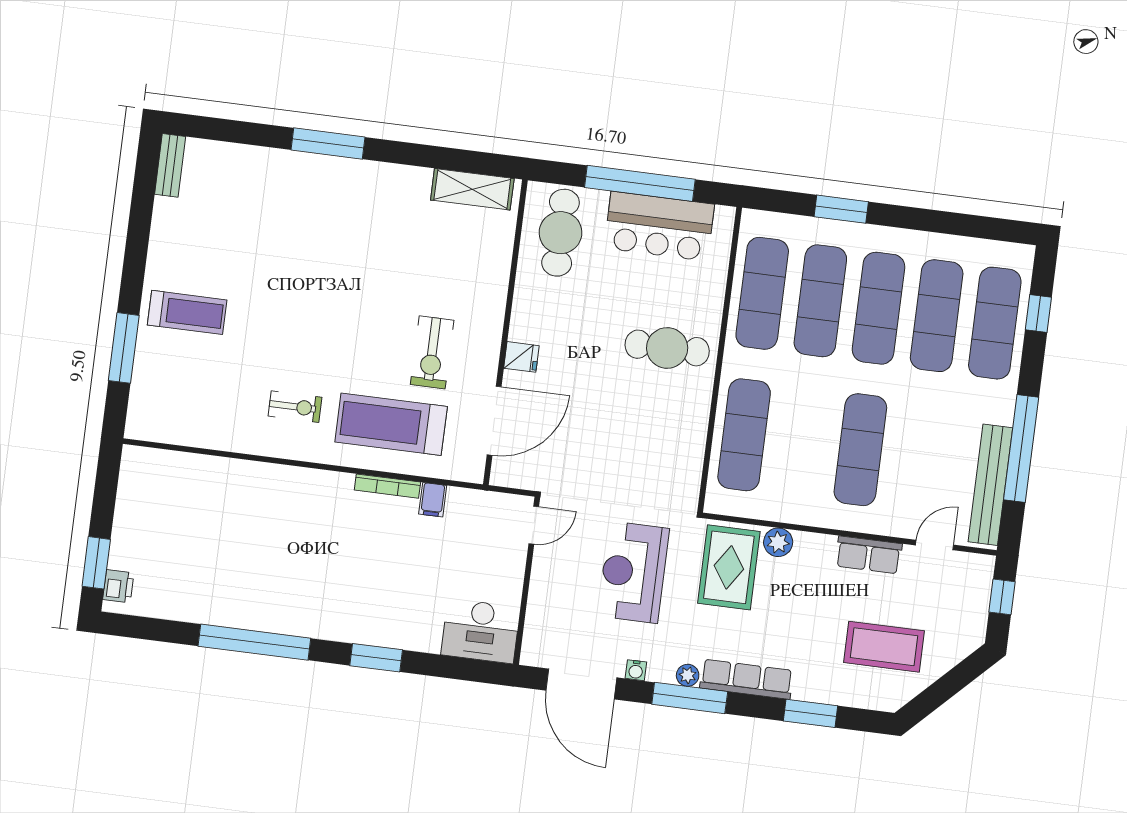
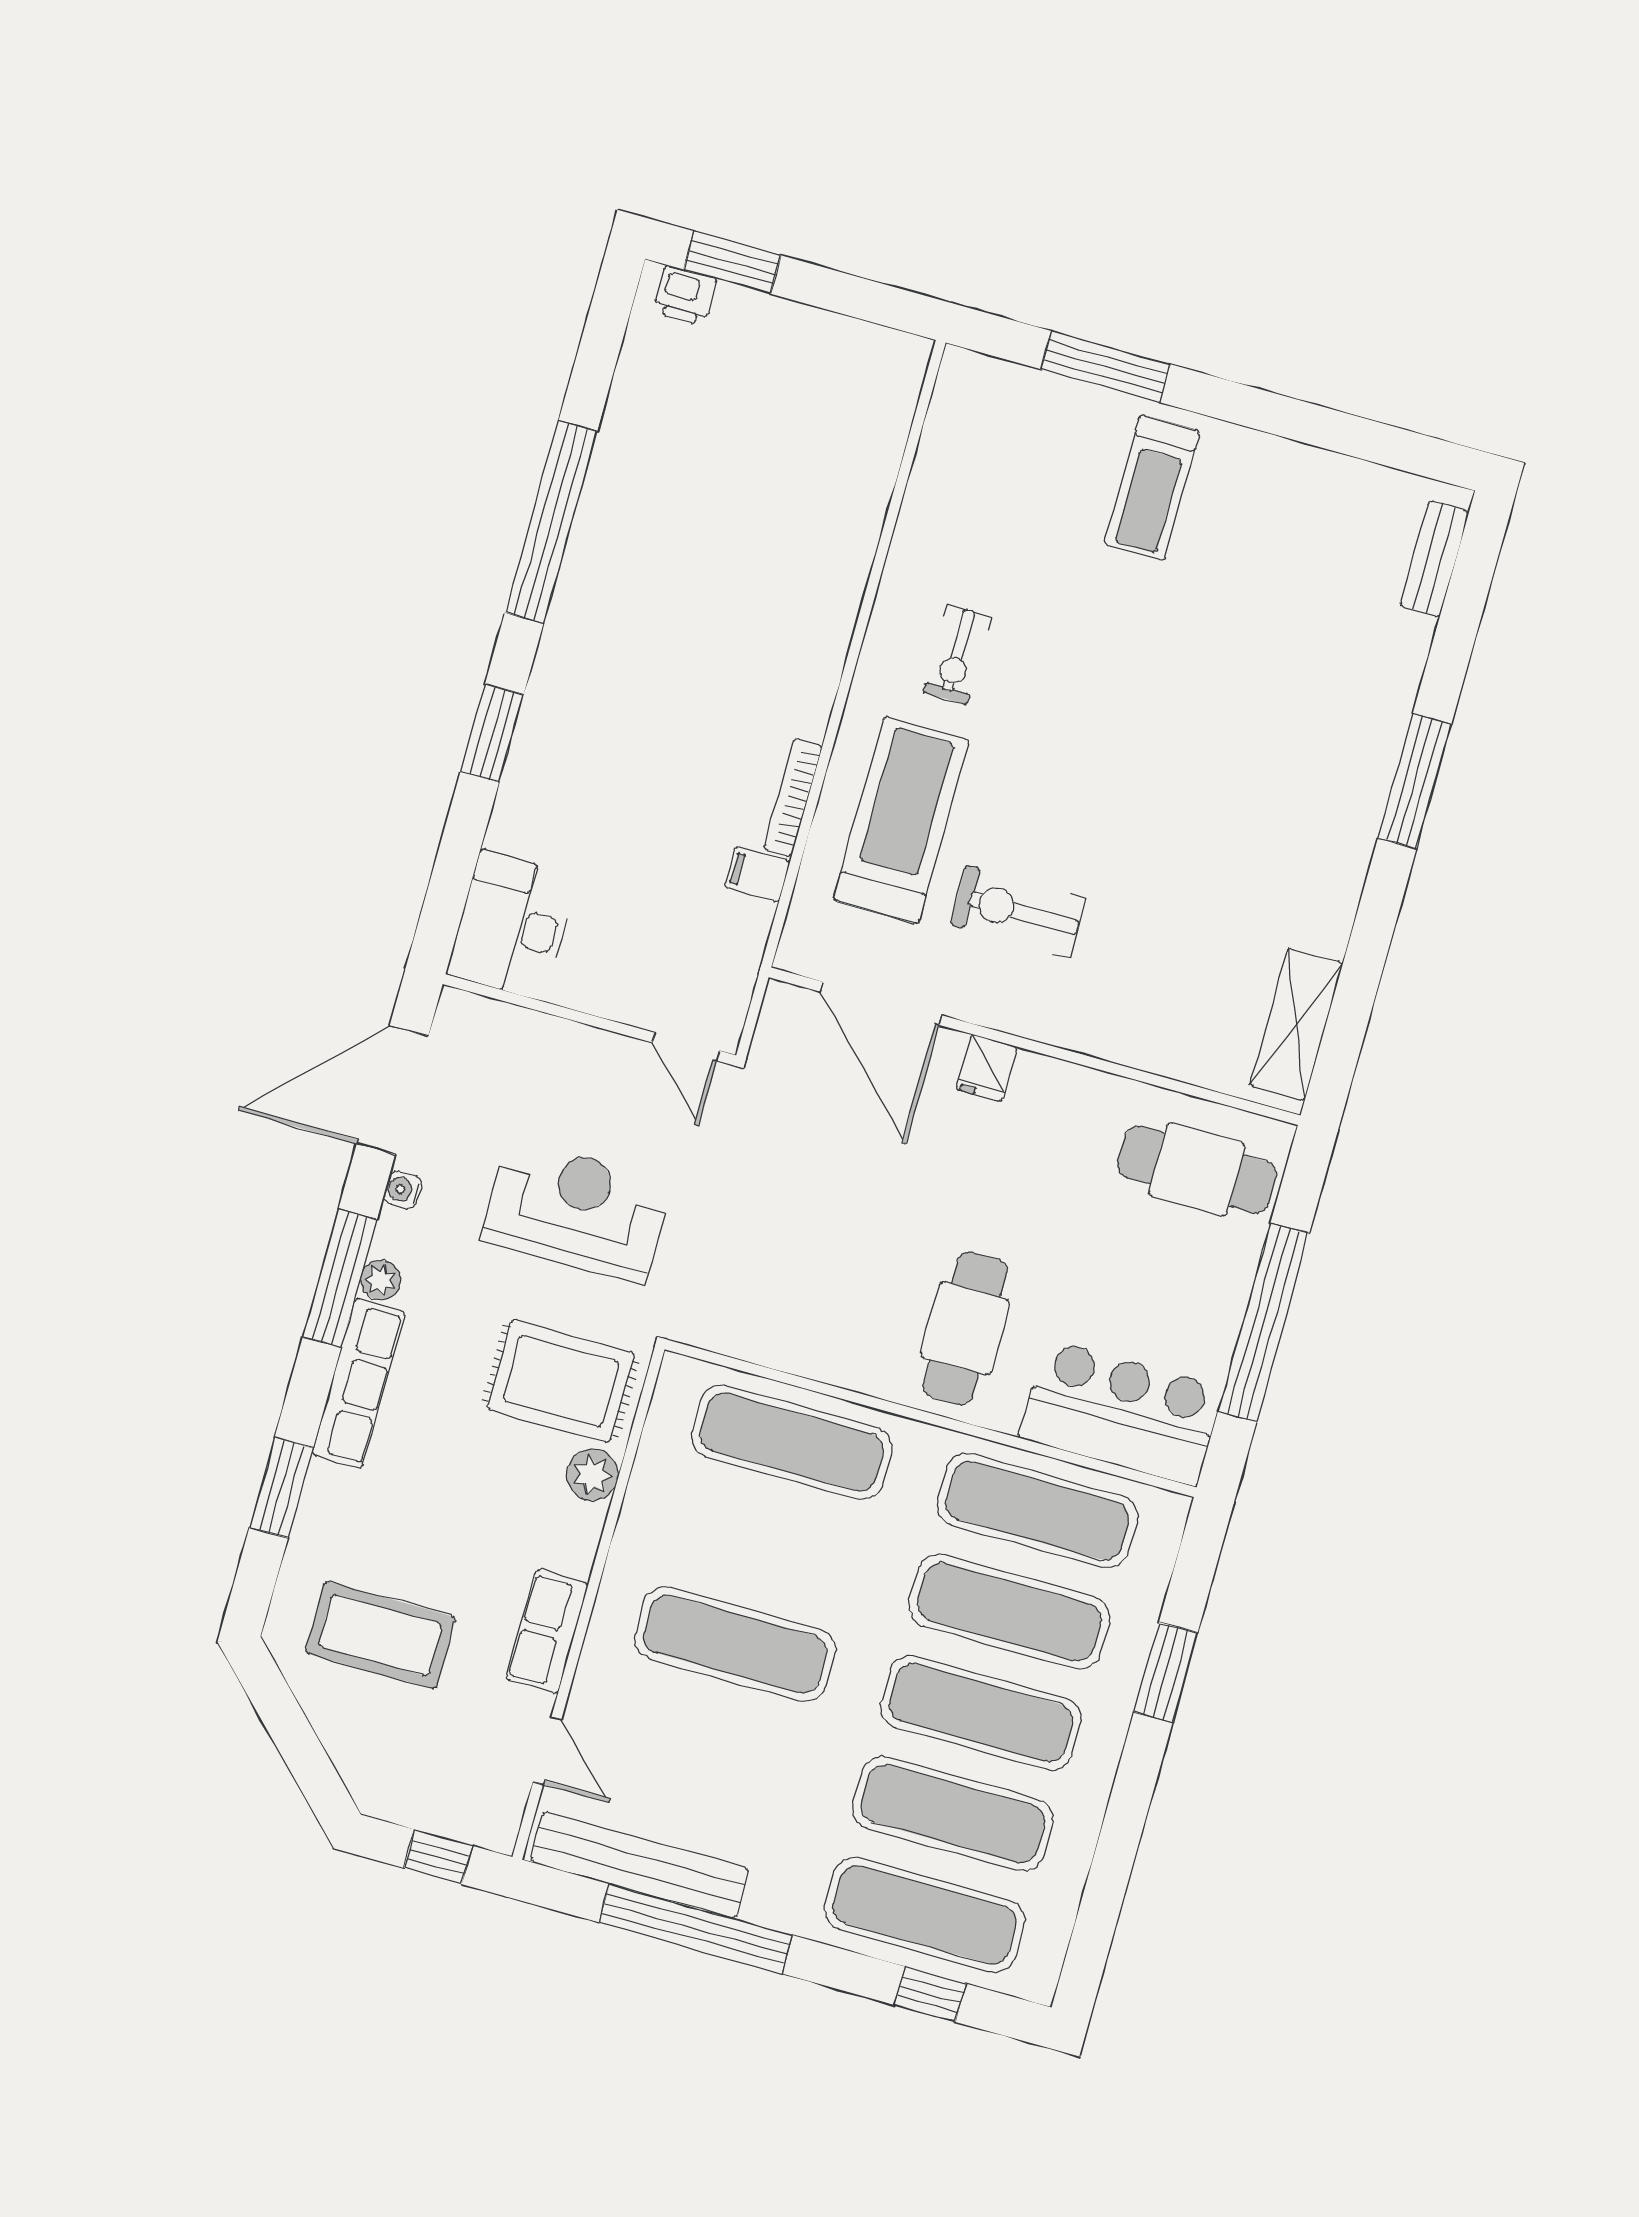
bench: (170, 165) -> (1434, 559), moved, turned 90
bar counter: (659, 226) -> (1121, 1413), moved, turned 90
coffee table: (884, 647) -> (380, 1635), turned 90

